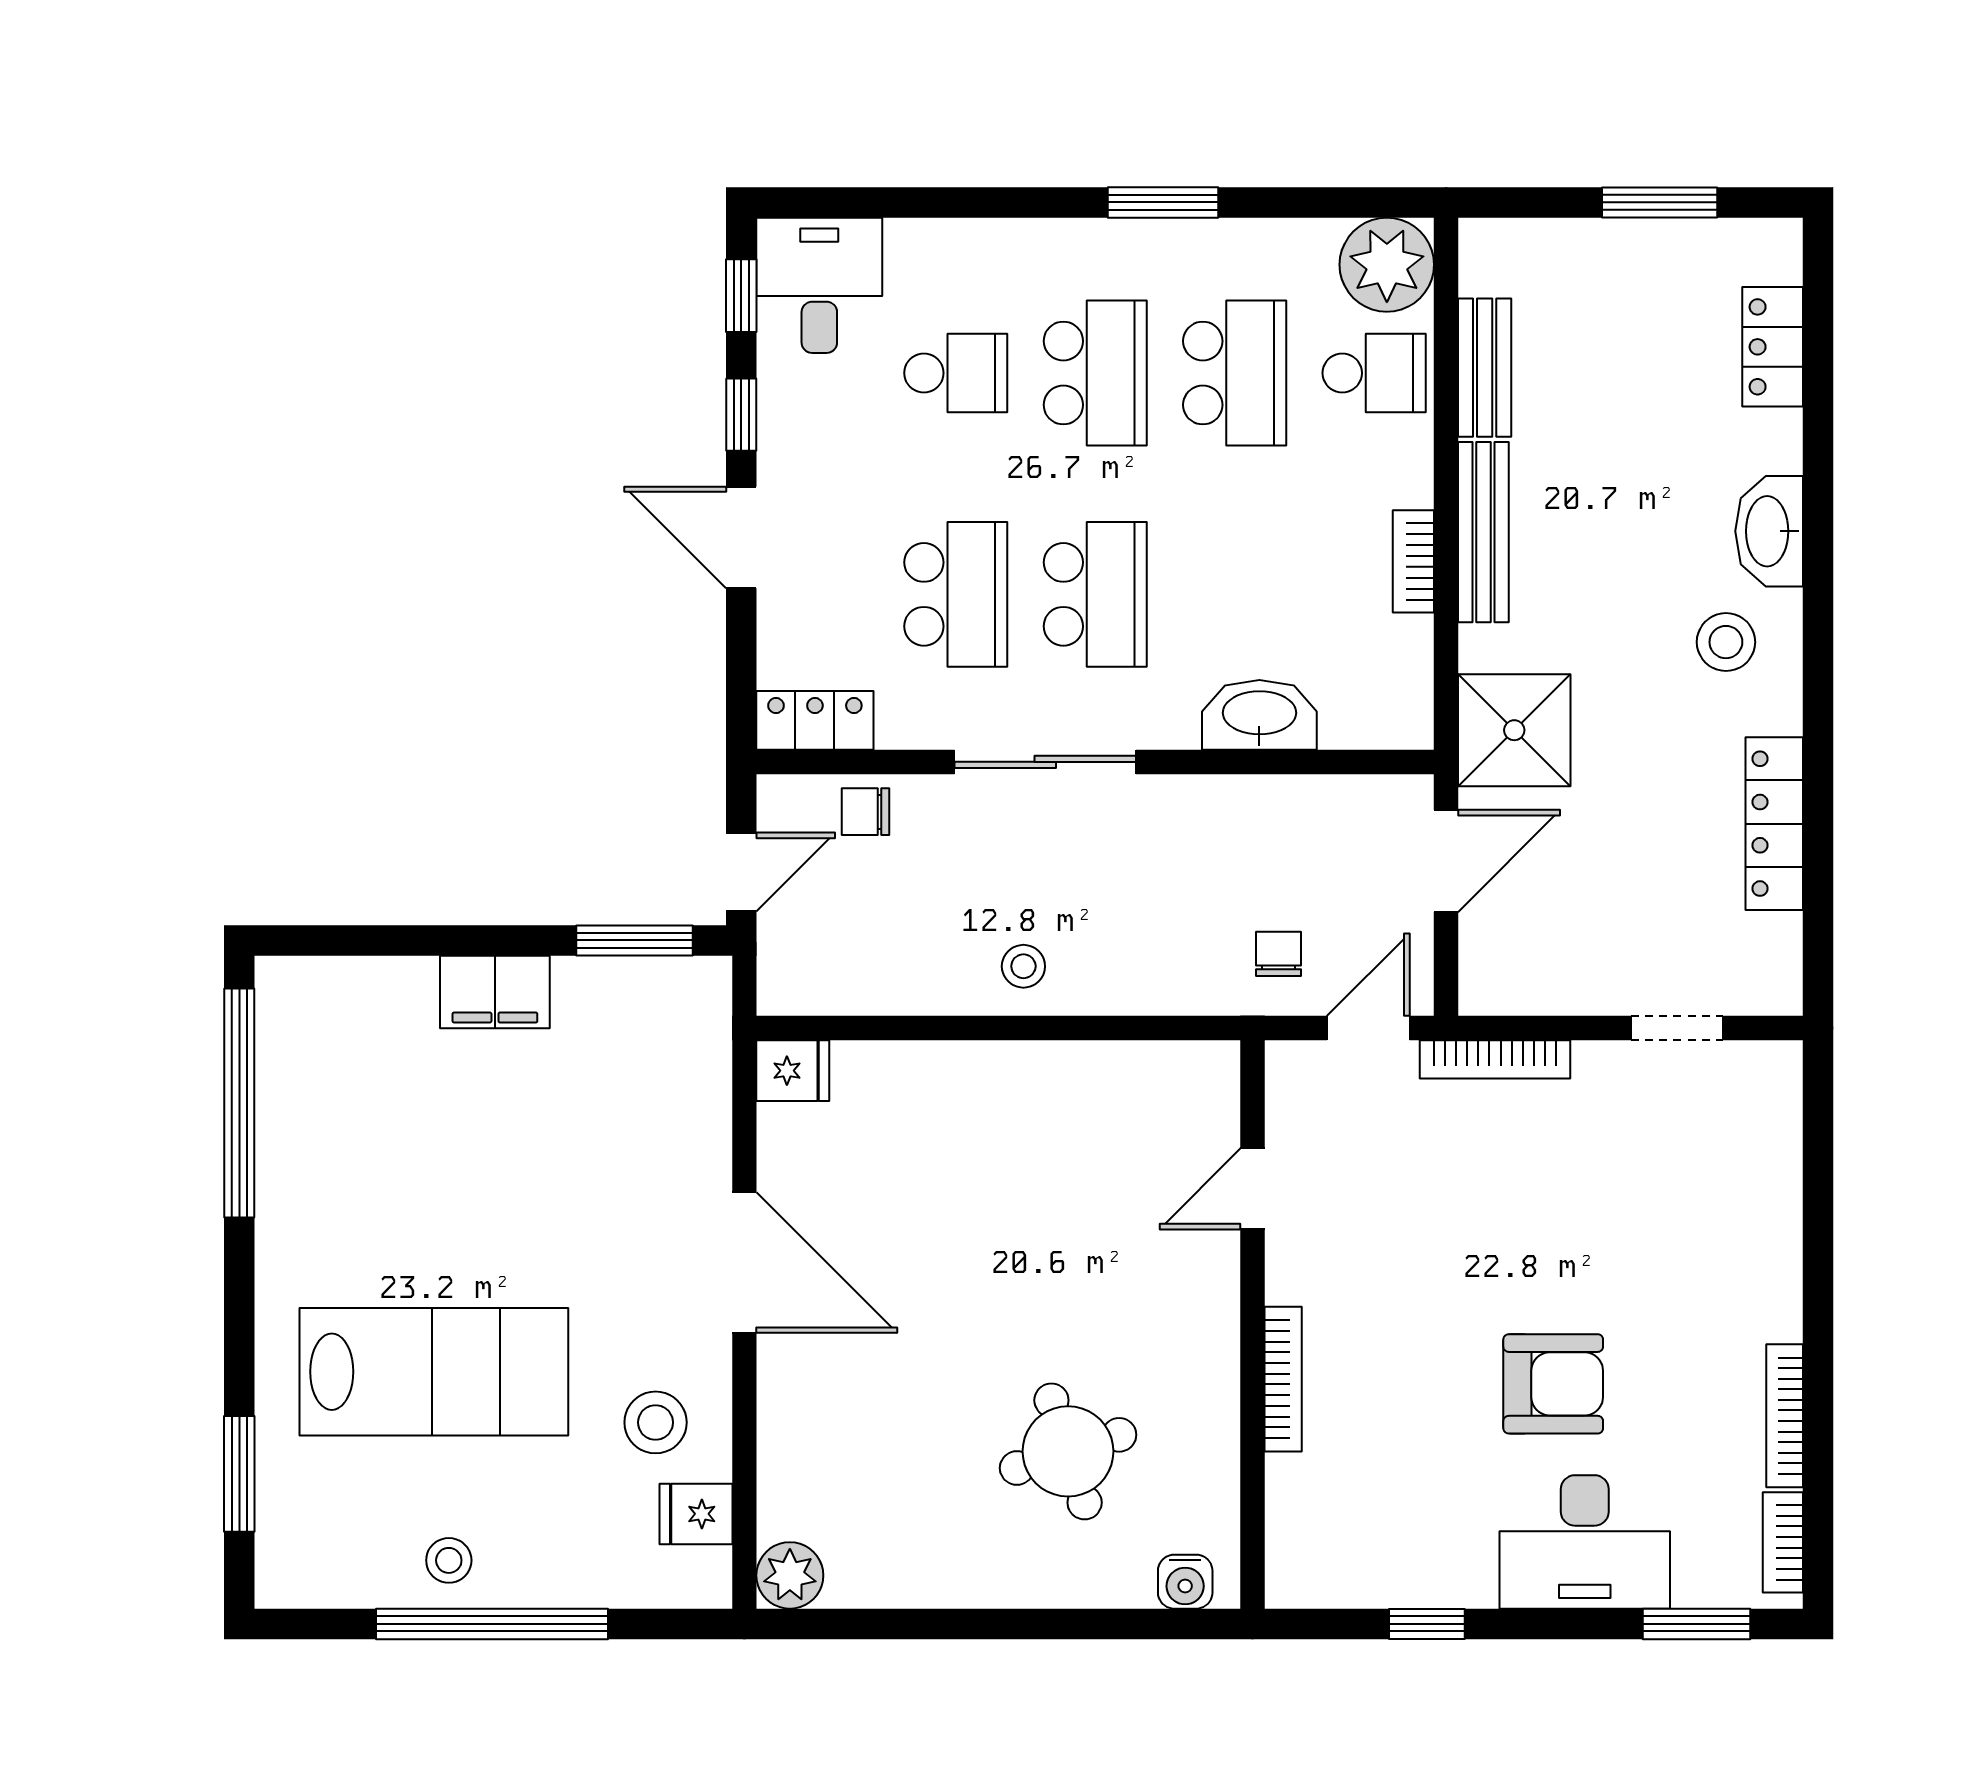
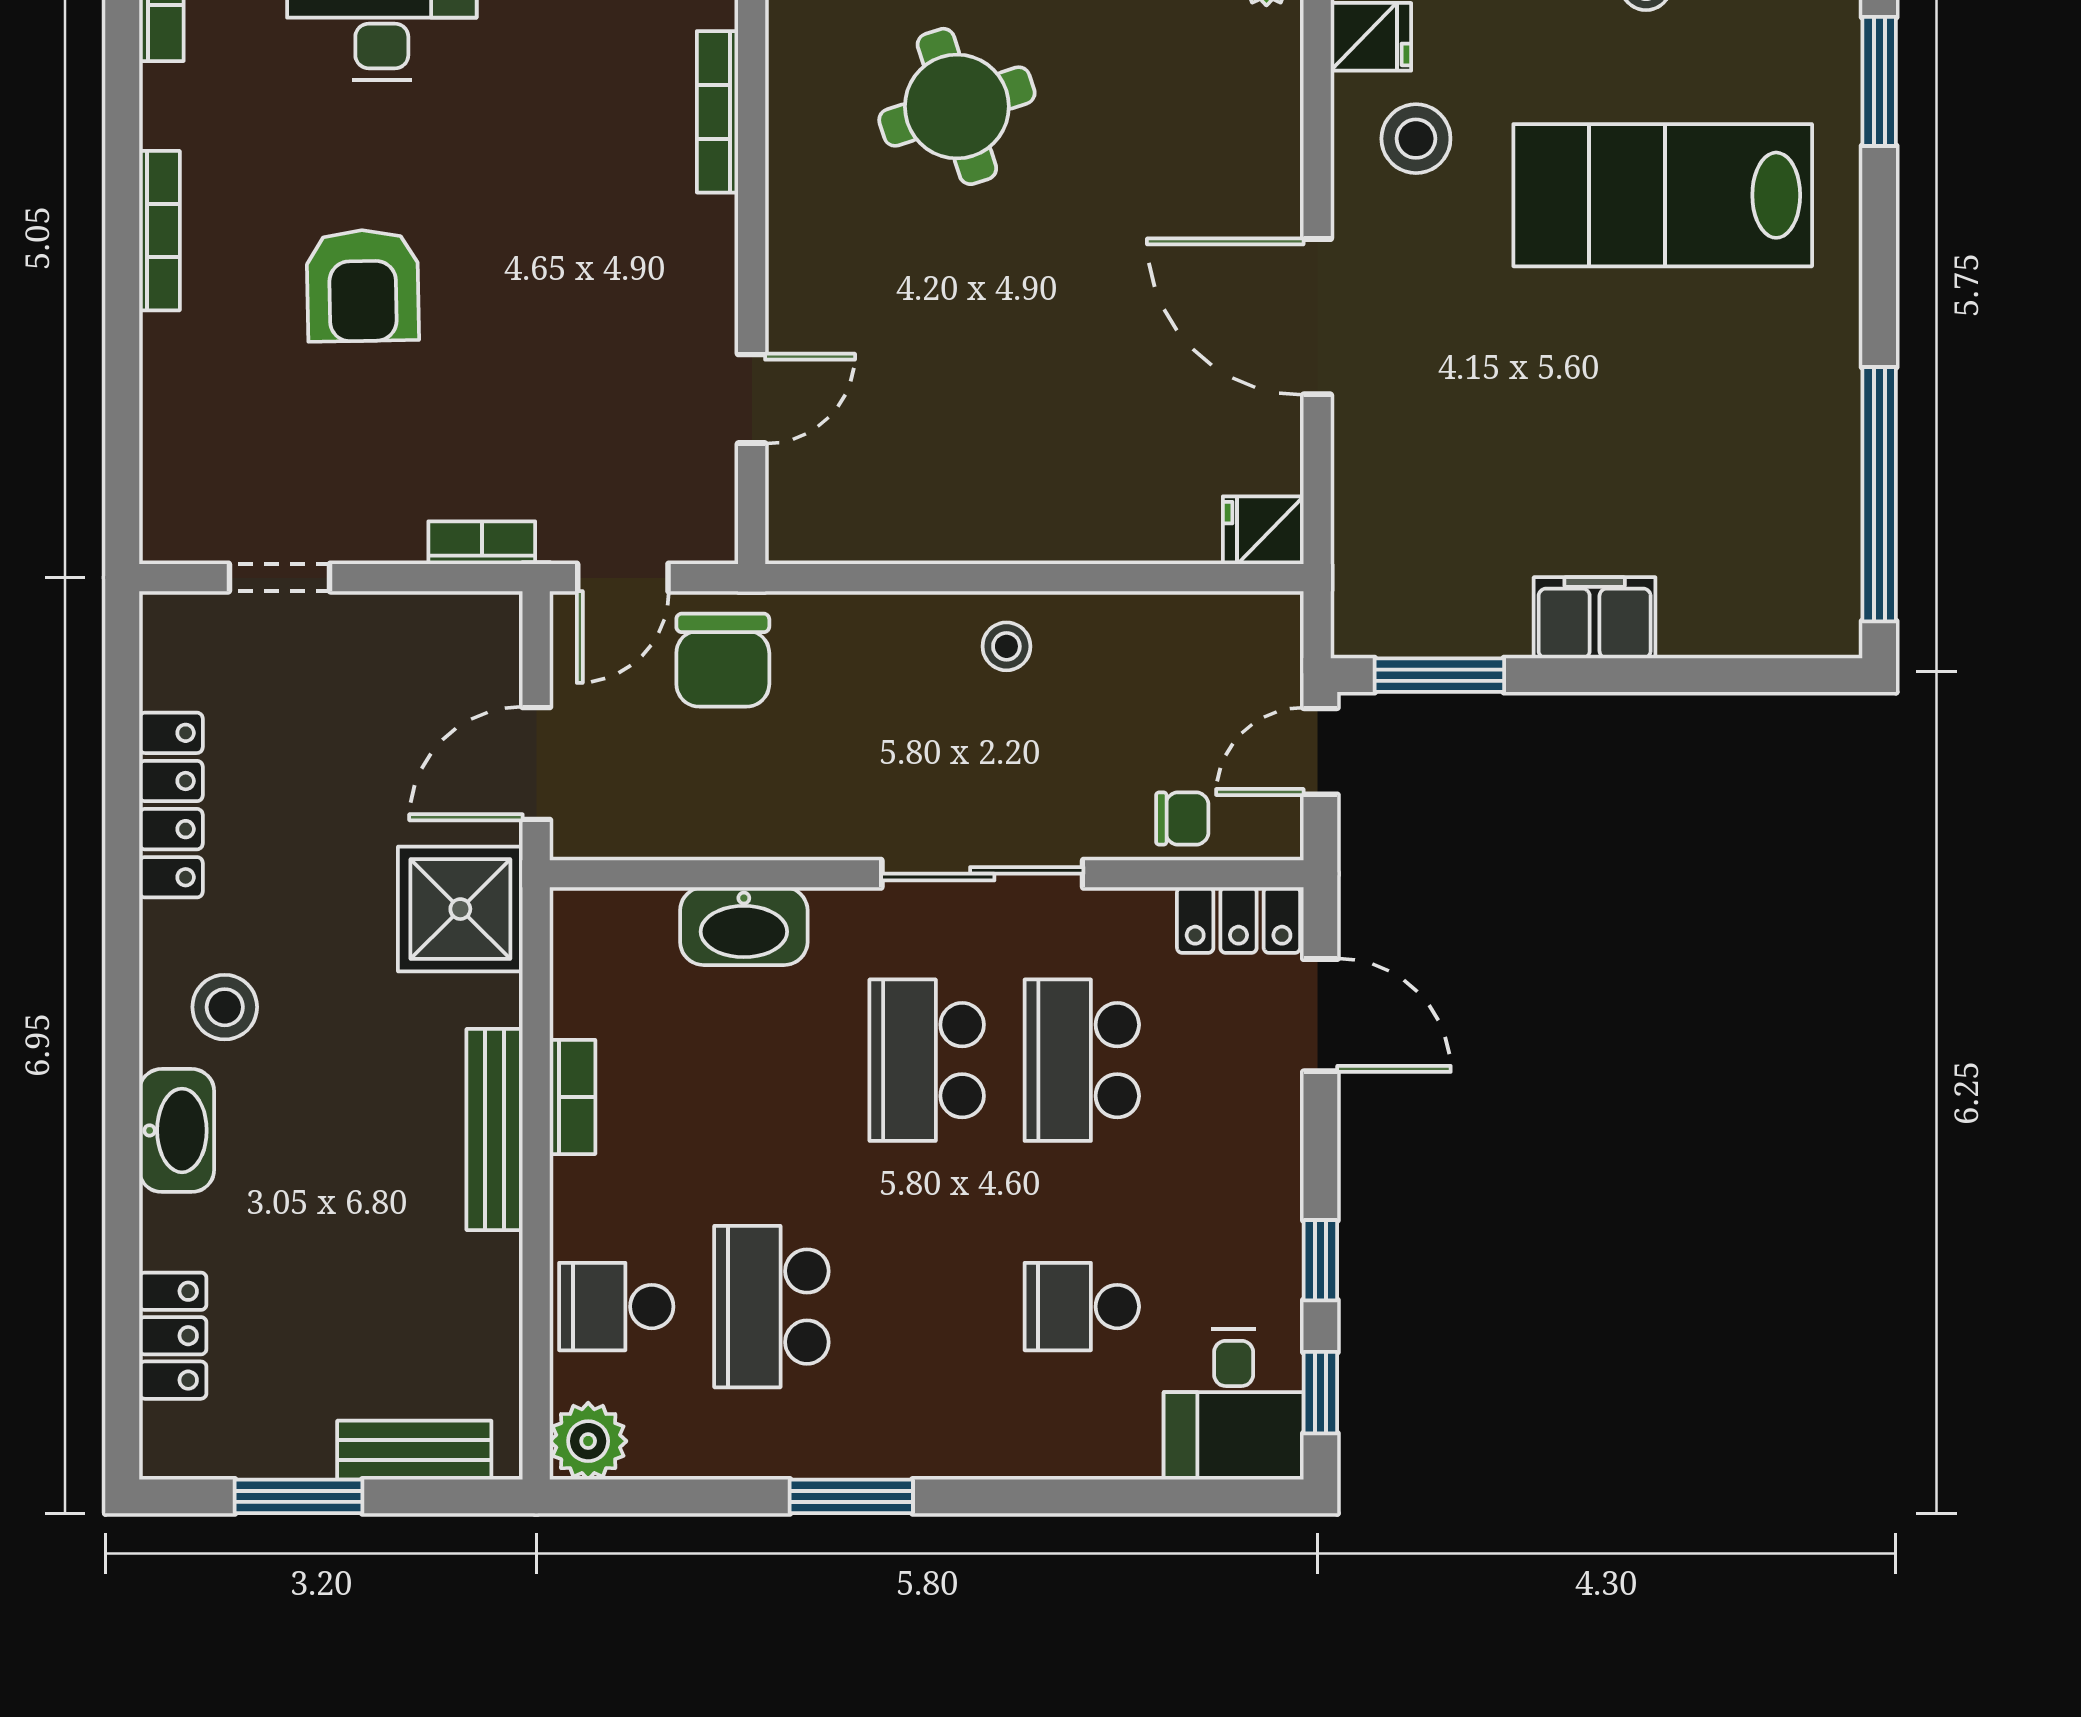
plant: (1387, 265) -> (588, 1441), width x0.73, depth x0.73
bench: (1485, 368) -> (414, 1450), moved, turned 90
school desk: (1095, 373) -> (927, 1307), removed
door: (741, 538) -> (1320, 1015), moved
chair: (1278, 954) -> (723, 660), width x1.87, depth x1.87
bookcase: (1495, 1059) -> (482, 543), width x0.64
bookcase: (1283, 1379) -> (717, 112), moved
armchair: (1553, 1384) -> (363, 286), moved, turned -91
bookcase: (1785, 1416) -> (159, 231), moved

